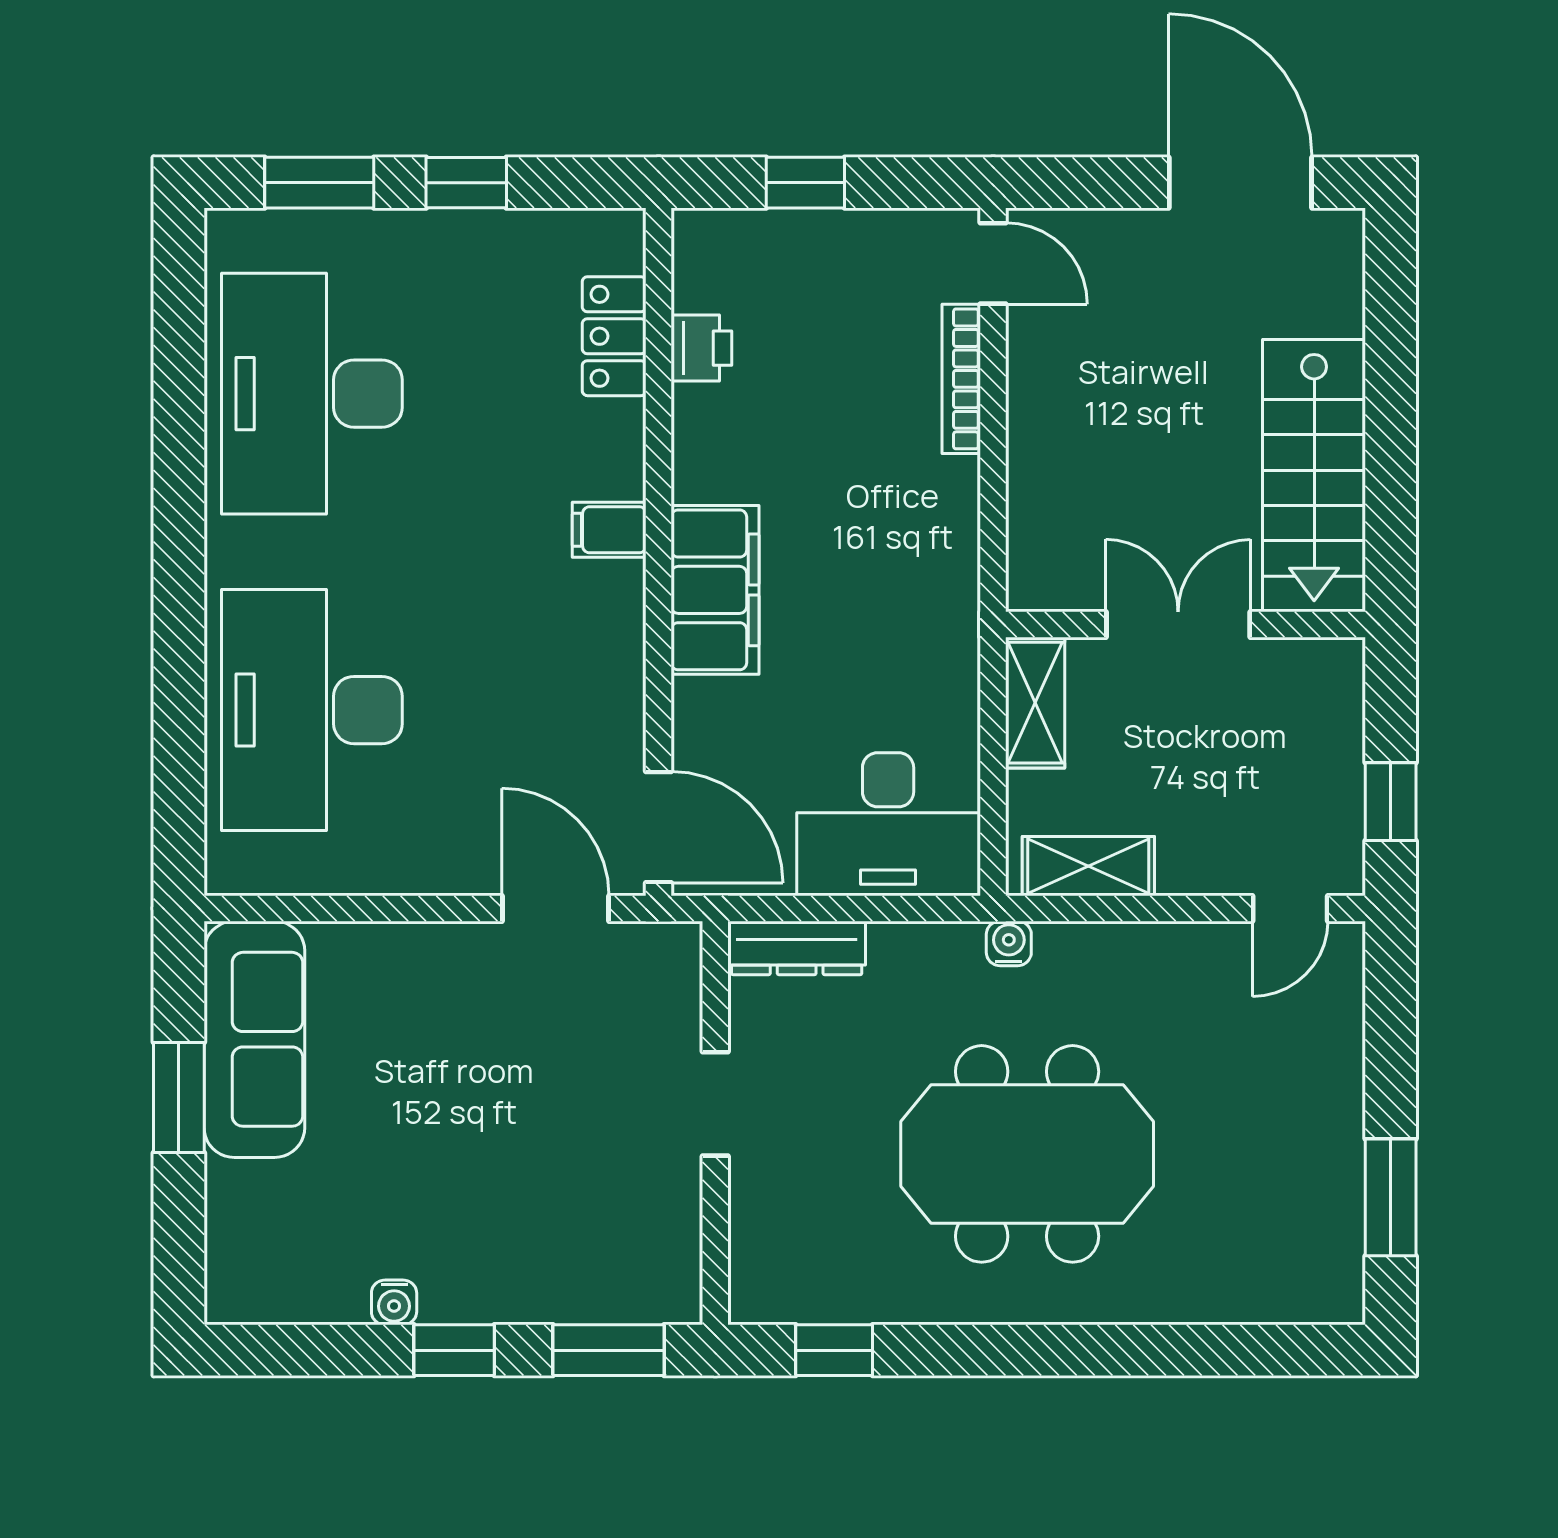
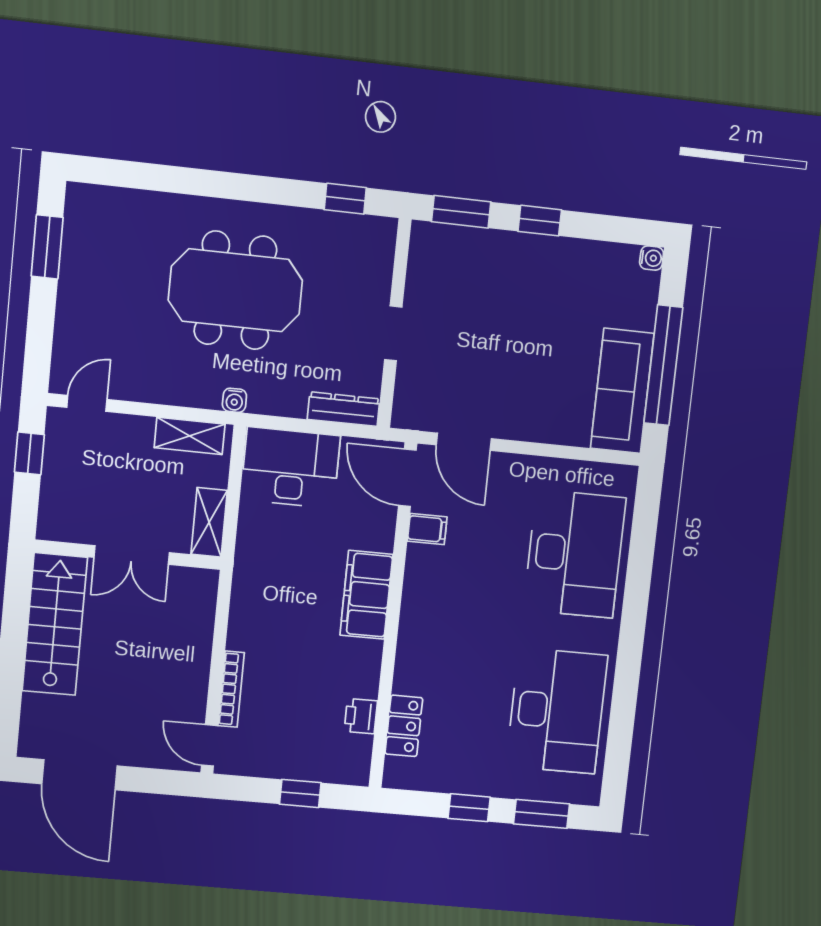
filing cabinet: (609, 530) -> (427, 529), moved
window: (179, 1098) -> (663, 365), width x2.11
water cooler: (394, 1302) -> (652, 258), moved, turned 90

